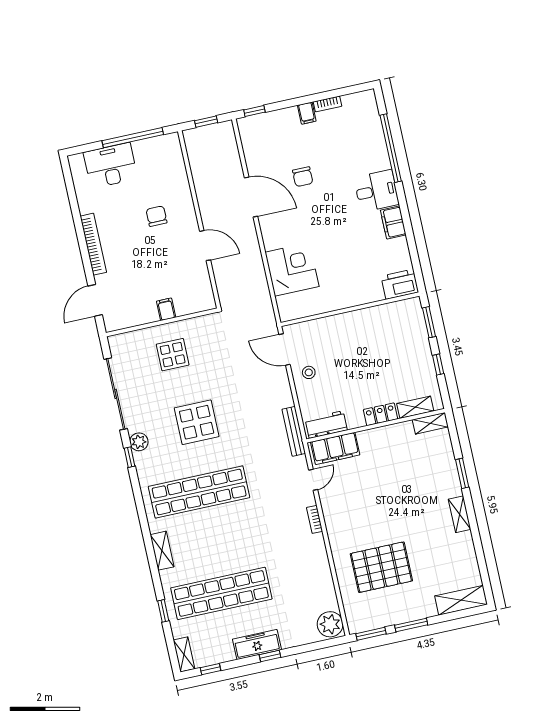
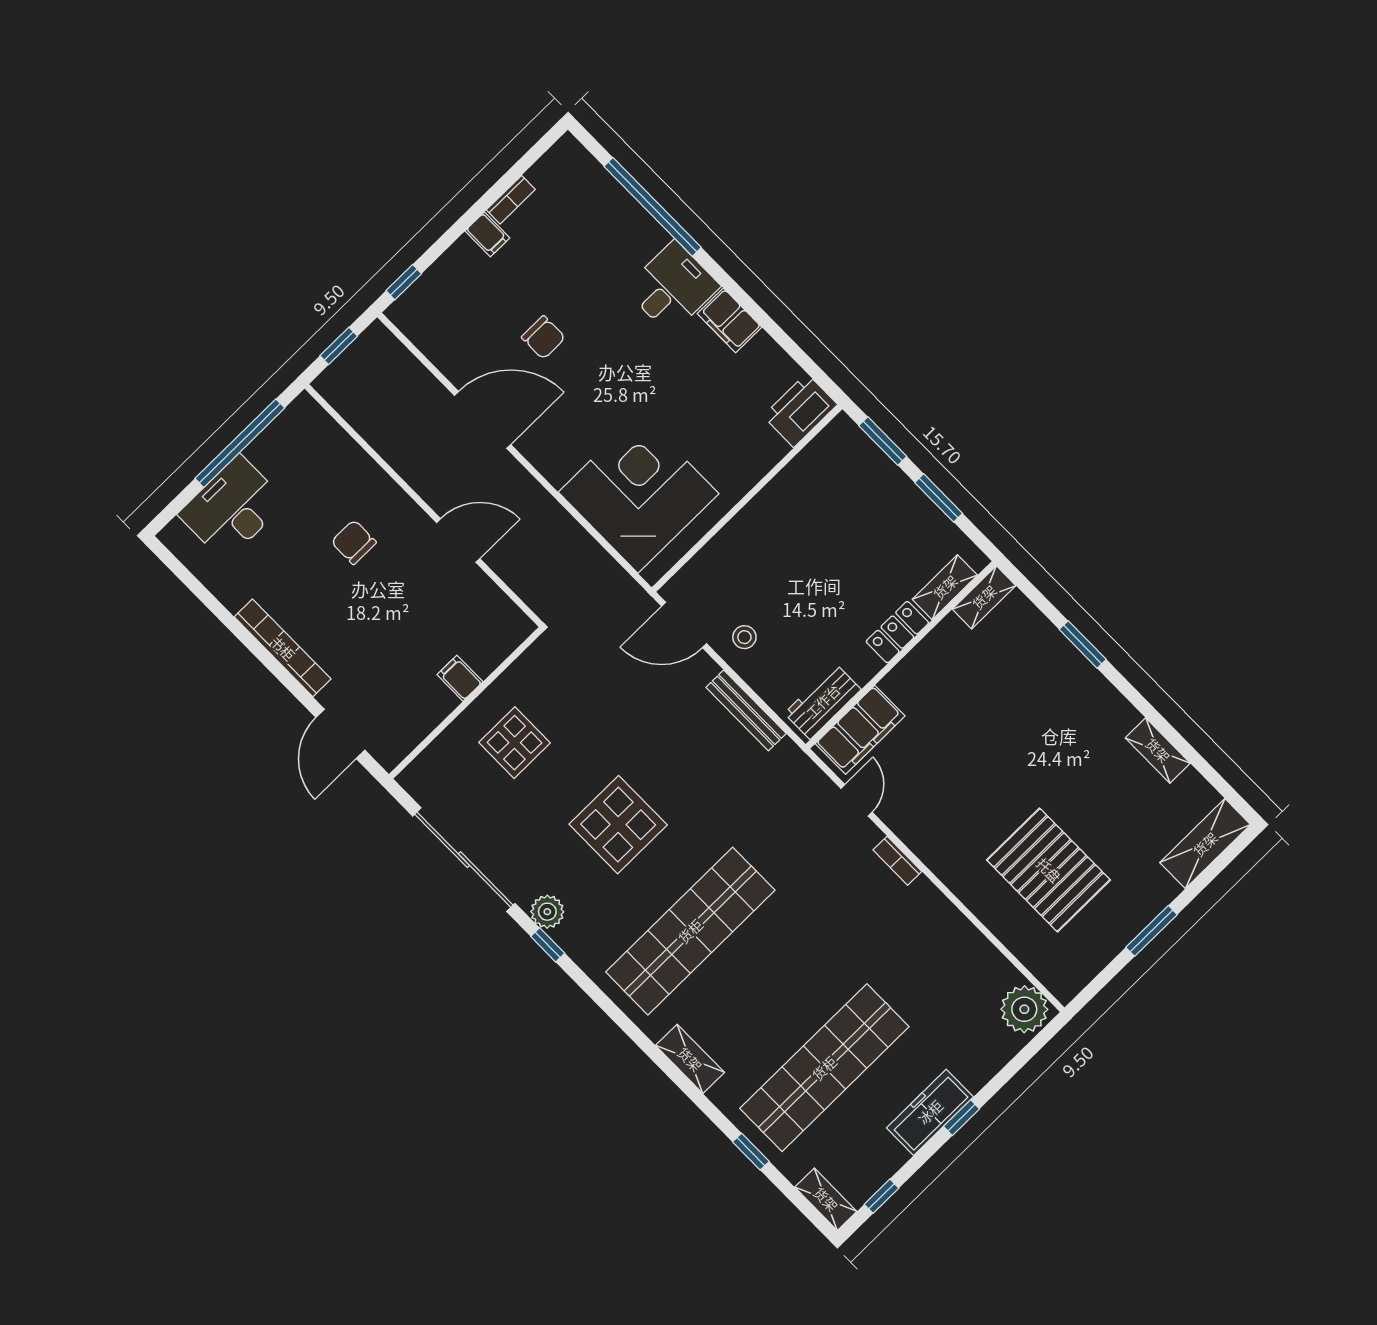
corner desk: (292, 269) -> (639, 493), width x1.36, depth x1.36
window: (438, 364) -> (939, 498), width x1.50
bench: (294, 431) -> (746, 710), moved
shelving: (460, 514) -> (1158, 750), moved
pallet: (381, 567) -> (1049, 870), turned 90
window: (371, 634) -> (1098, 984), removed

